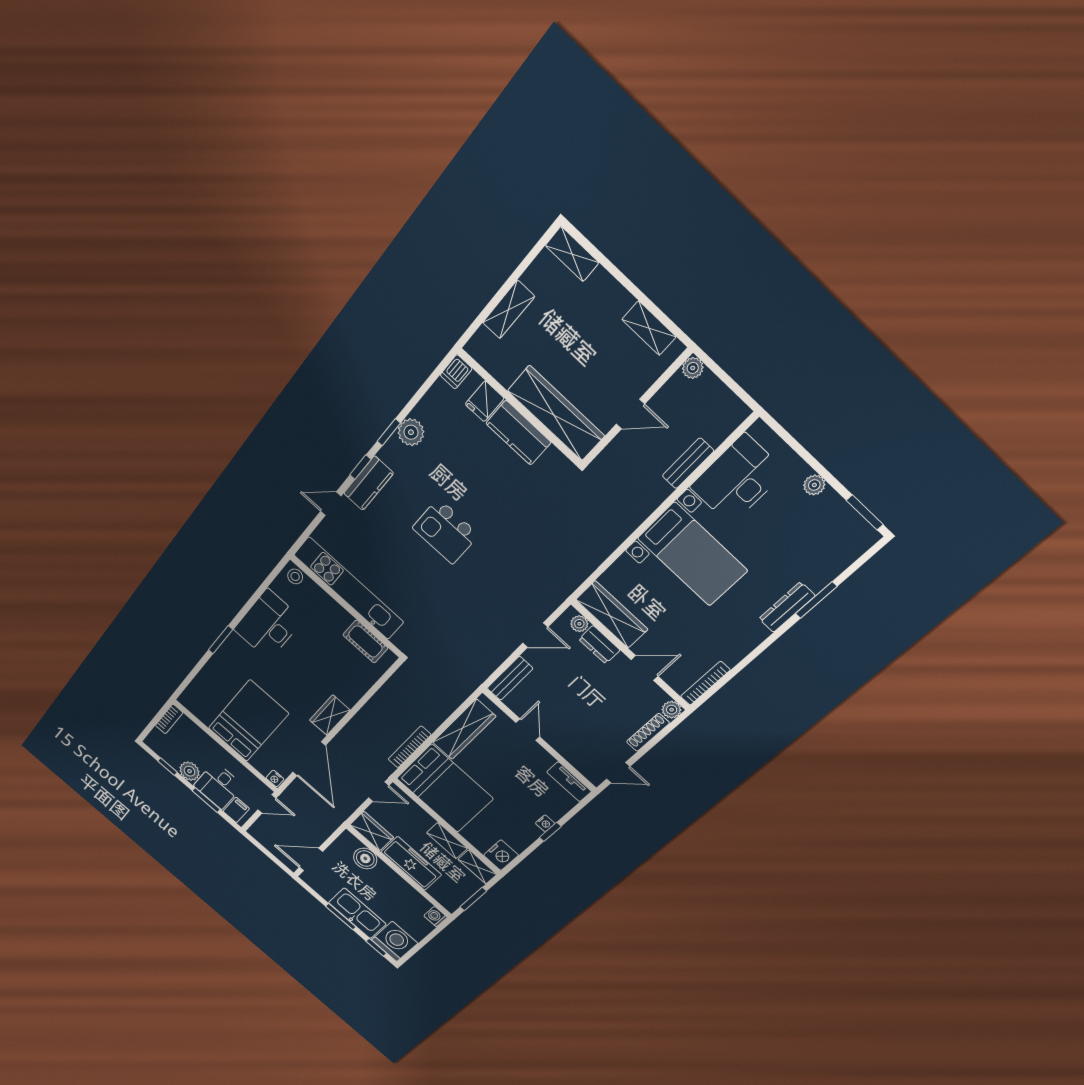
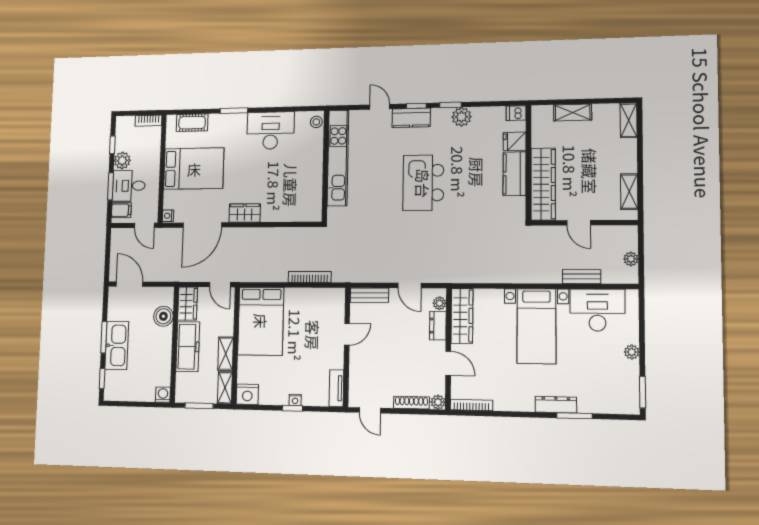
plant: (693, 368) -> (631, 259), moved
kitchen island: (446, 531) -> (423, 183), width x1.37, depth x1.28
cot: (365, 641) -> (192, 123), moved, turned 90
wardrobe: (464, 729) -> (311, 298), removed
bookcase: (409, 747) -> (310, 277), moved
washing machine: (395, 942) -> (118, 386), removed

